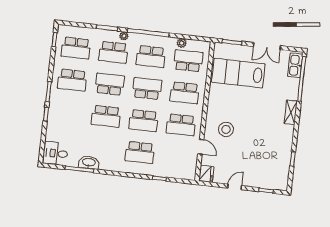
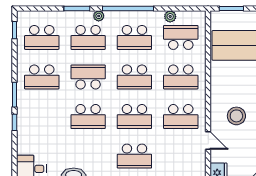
school desk: (147, 89) -> (134, 77), turned 180

